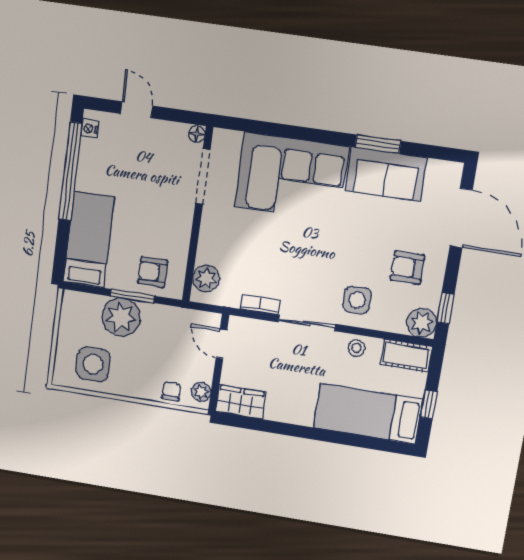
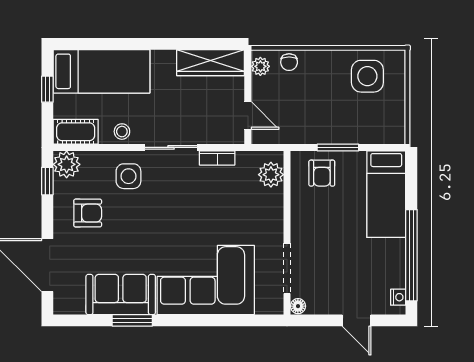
armchair: (153, 272) -> (322, 173), turned 90
plant: (121, 317) -> (346, 126), removed
wardrobe: (241, 402) -> (211, 63), width x1.50

